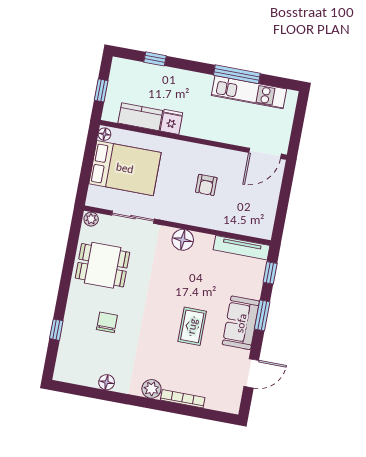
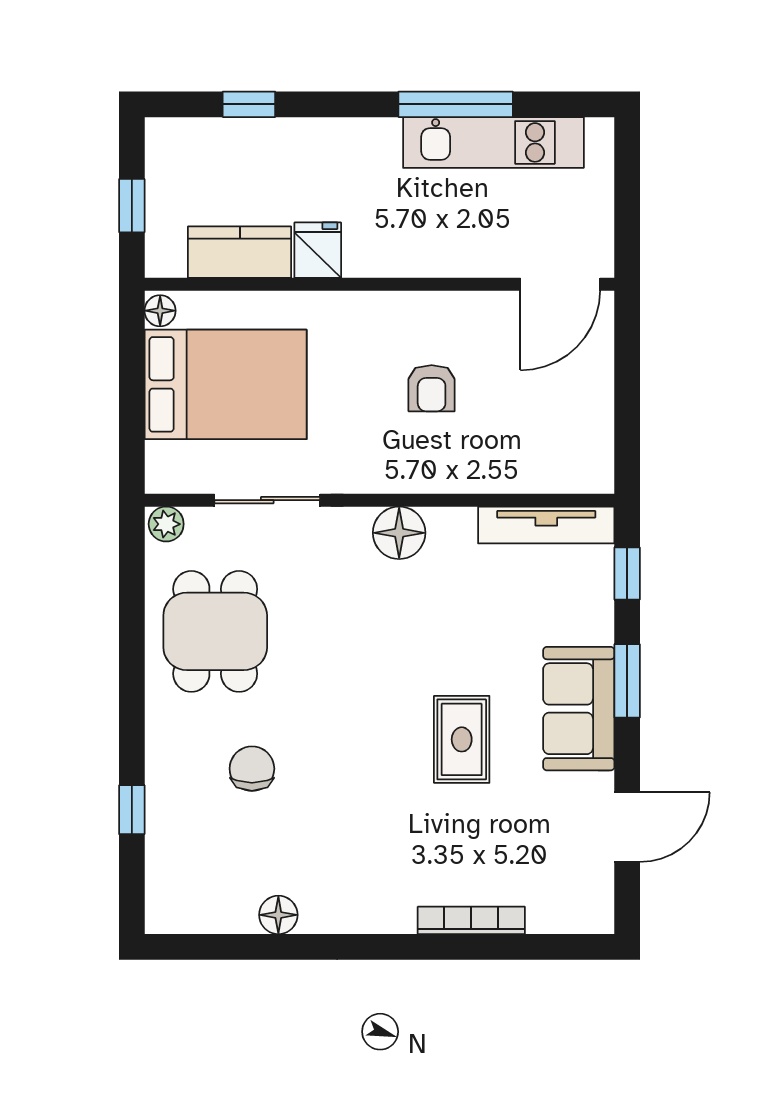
dining table: (103, 265) -> (215, 631), turned 90
plant: (151, 389) -> (391, 911), removed

